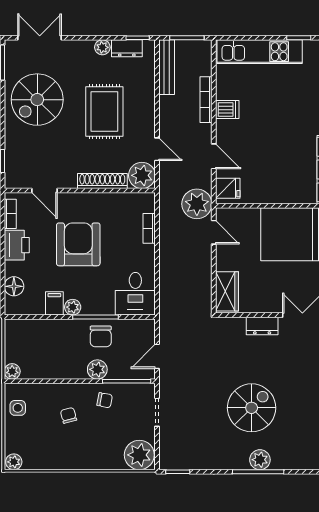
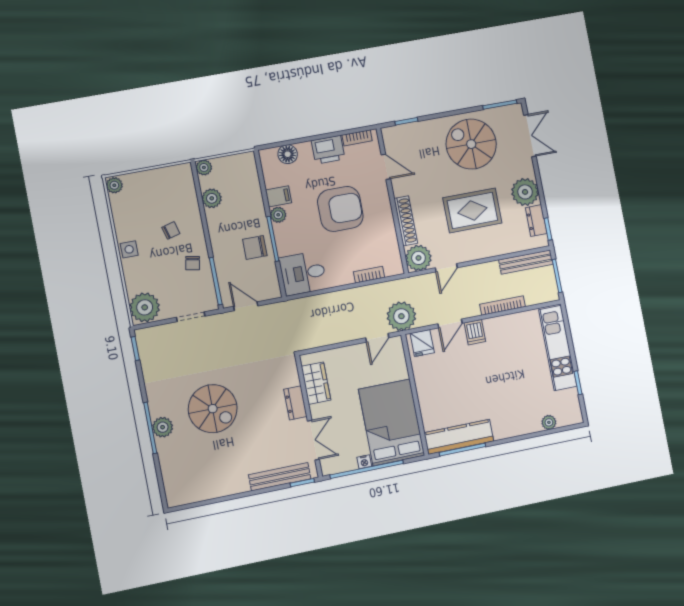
plant: (102, 47) -> (525, 192), width x1.88, depth x1.88
dishwasher: (227, 110) -> (475, 332), moved
door: (44, 191) -> (386, 167), swing flipped
wardrobe: (227, 291) -> (316, 383), moved, turned -90
plant: (97, 369) -> (212, 198), moved
side table: (18, 408) -> (129, 249), moved

